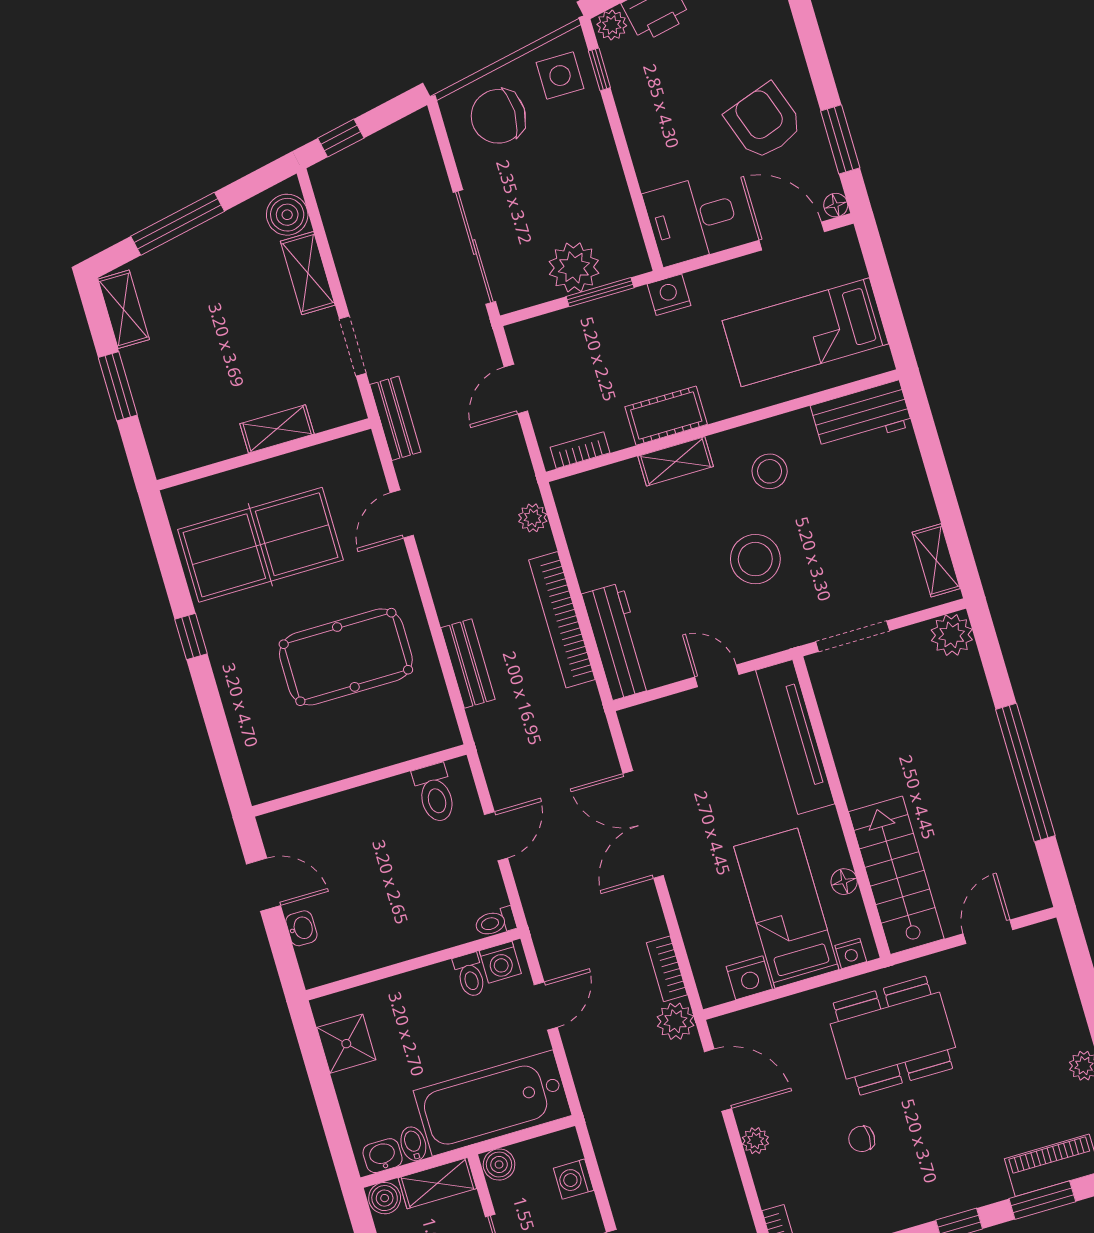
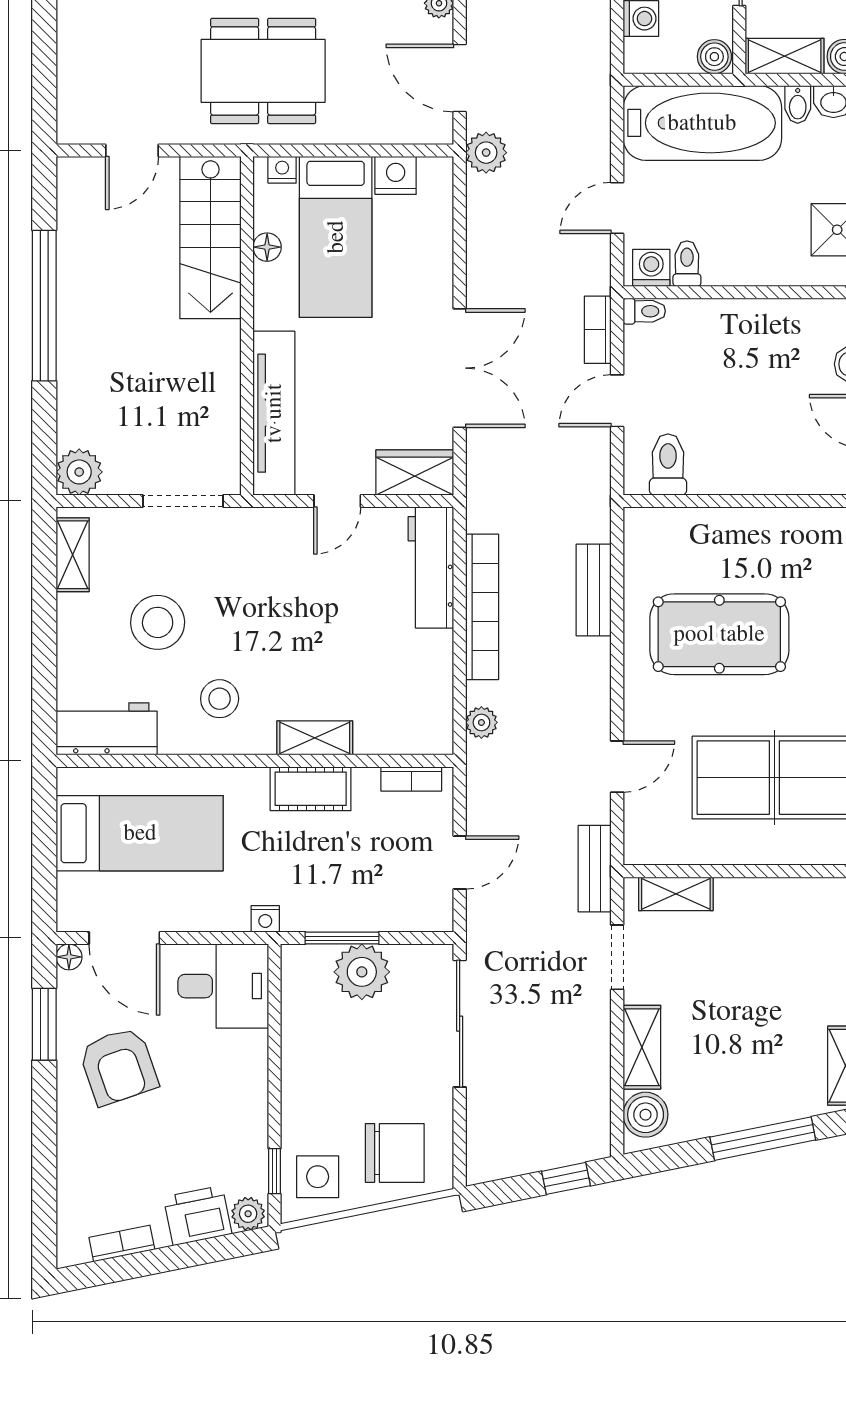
nightstand: (669, 295) -> (265, 919), width x0.72, depth x0.74
shelving: (277, 429) -> (676, 894), moved
stool: (755, 559) -> (158, 622), moved
door: (717, 676) -> (337, 501), hinge flipped
wardrobe: (656, 721) -> (415, 473), added
bookcase: (667, 969) -> (598, 330), moved, turned 180

